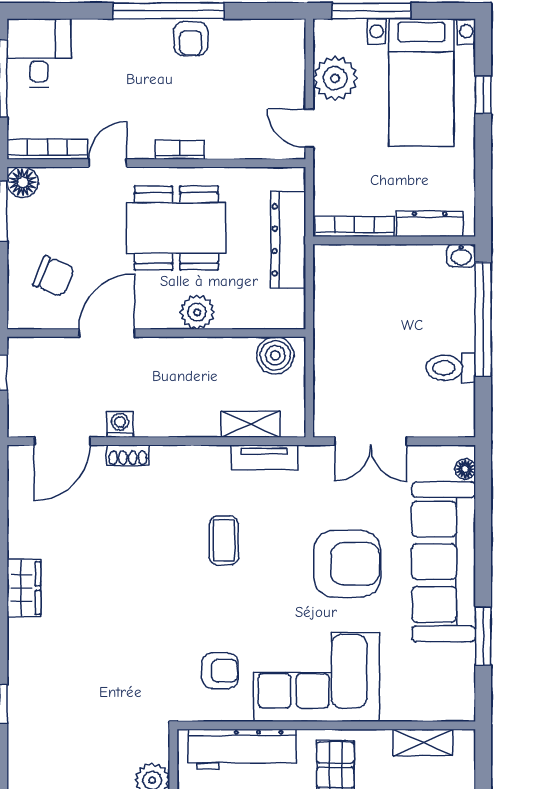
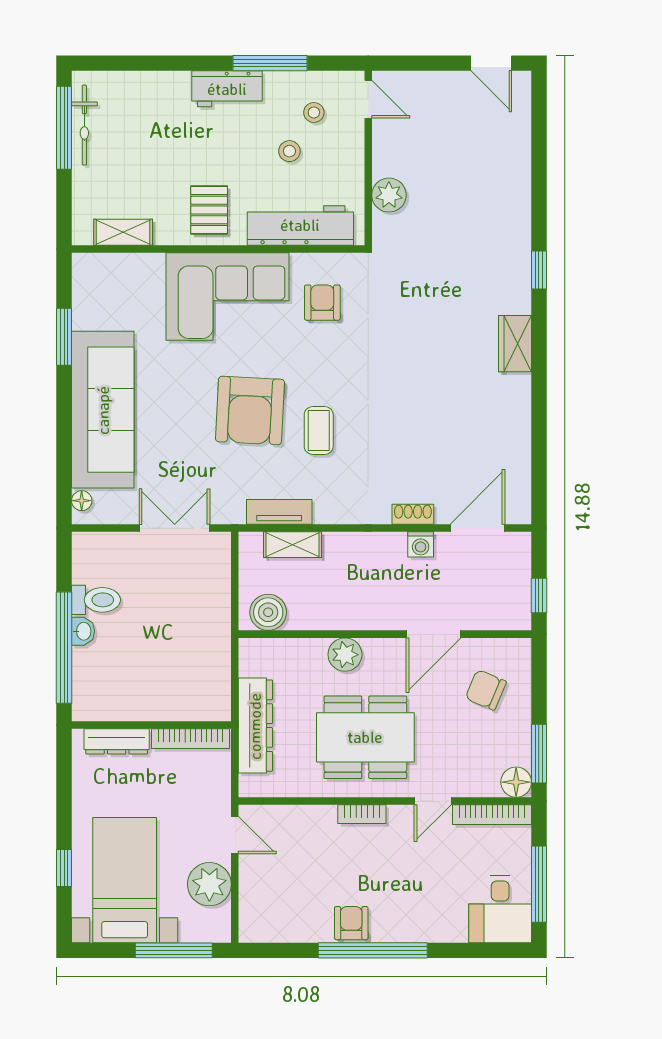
washbasin: (461, 256) -> (83, 631), moved, turned 90
armchair: (347, 564) -> (250, 411), moved, turned -87
wardrobe: (24, 588) -> (515, 344), moved
armchair: (220, 671) -> (322, 303), turned 90

